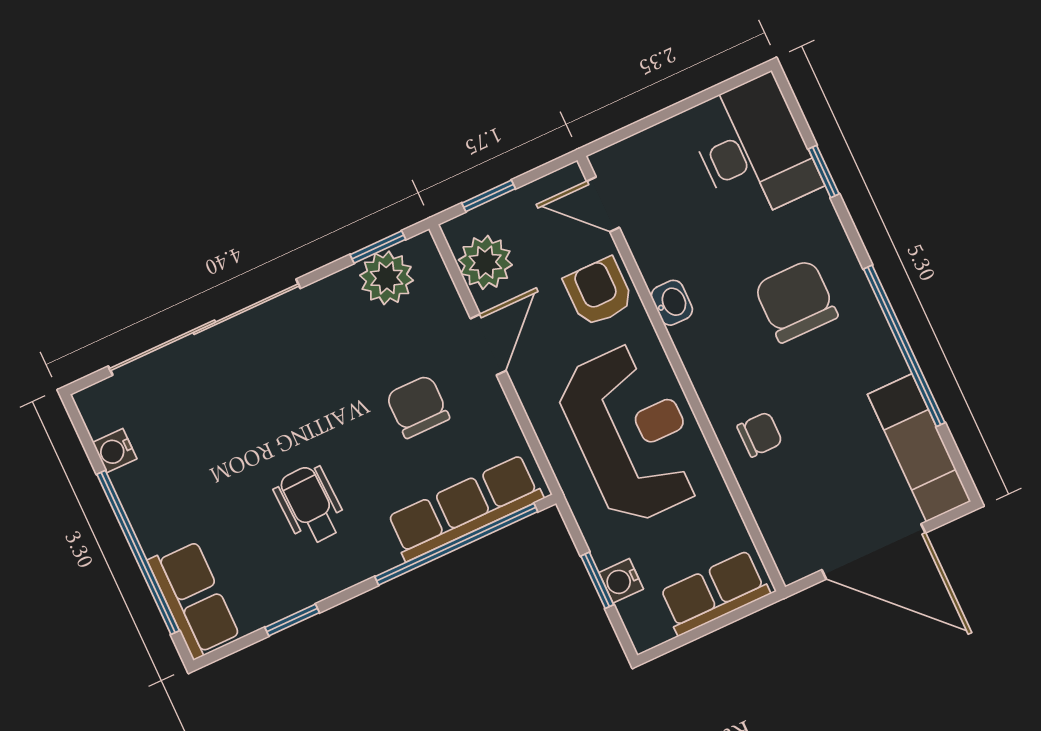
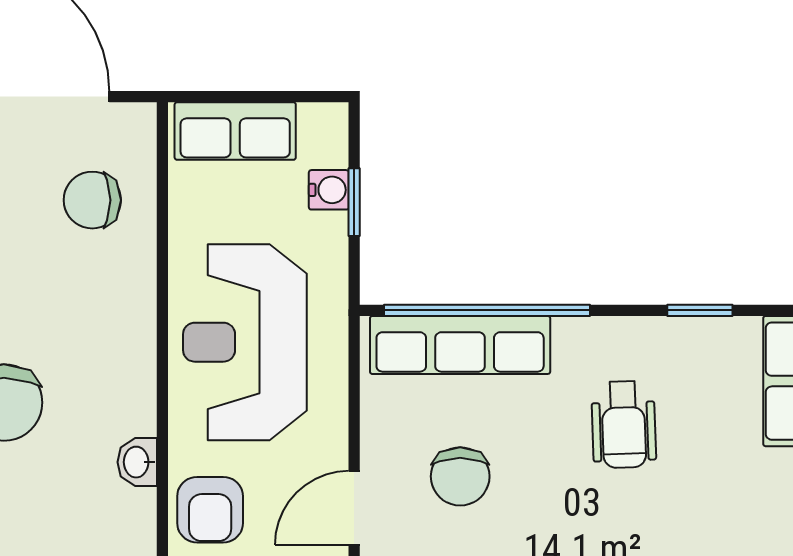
chair: (760, 434) -> (92, 200), moved, width x1.37, depth x1.37

